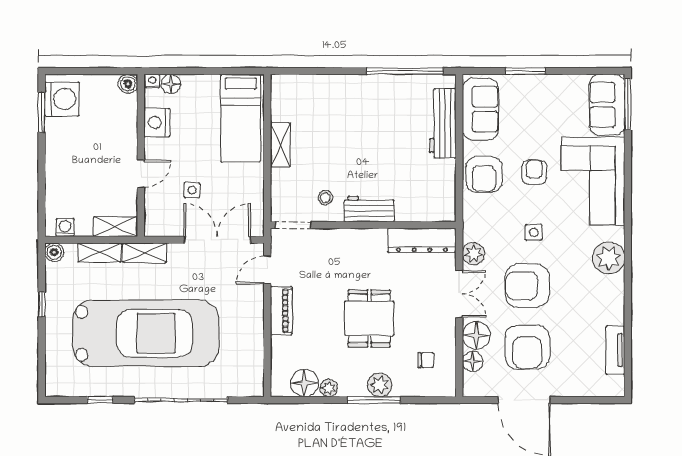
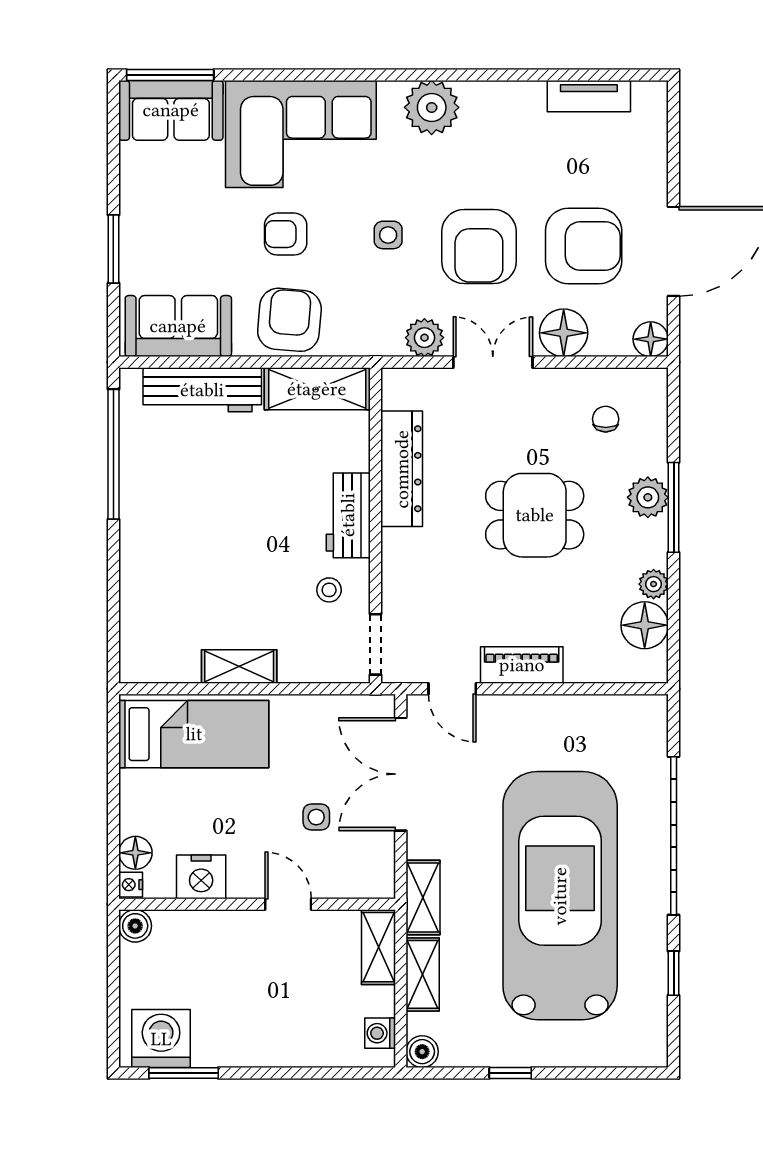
armchair: (484, 174) -> (289, 320), turned -85
shelving: (444, 191) -> (317, 389), added
dresser: (422, 240) -> (402, 469), moved
floor lamp: (473, 361) -> (651, 339), moved

